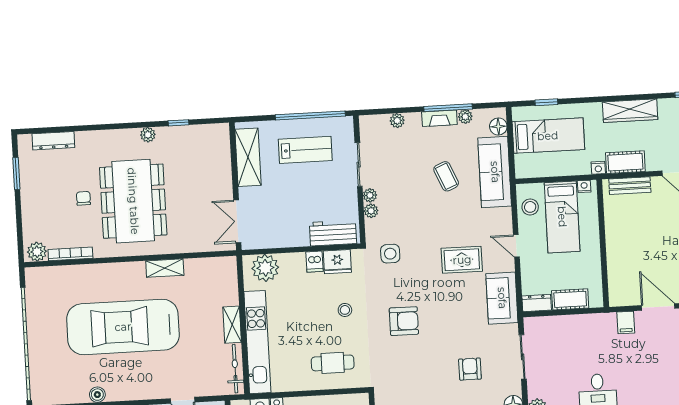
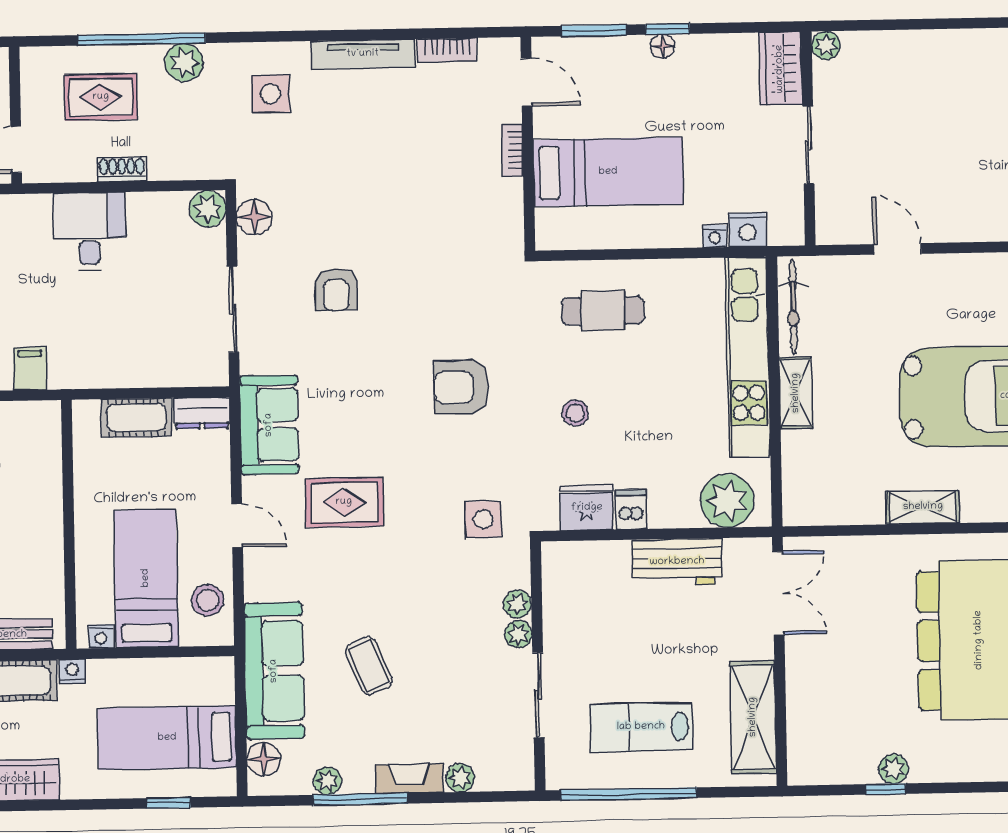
fireplace: (439, 118) -> (409, 779), moved
plant: (148, 135) -> (894, 769), moved
workbench: (333, 233) -> (677, 562), moved

